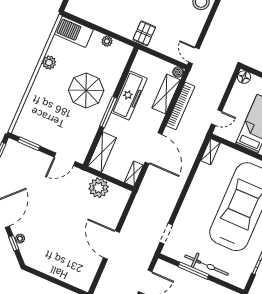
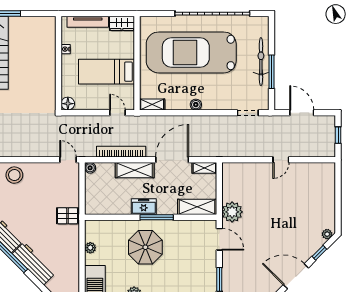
door: (194, 55) -> (68, 160), swing flipped
shelving: (166, 94) -> (135, 170), moved
freezer: (129, 95) -> (144, 207), width x0.52, depth x0.79
plant: (99, 188) -> (232, 212), moved
boiler: (193, 191) -> (196, 105), added
plant: (20, 239) -> (327, 234), moved
door: (111, 245) -> (281, 160), width x0.53

